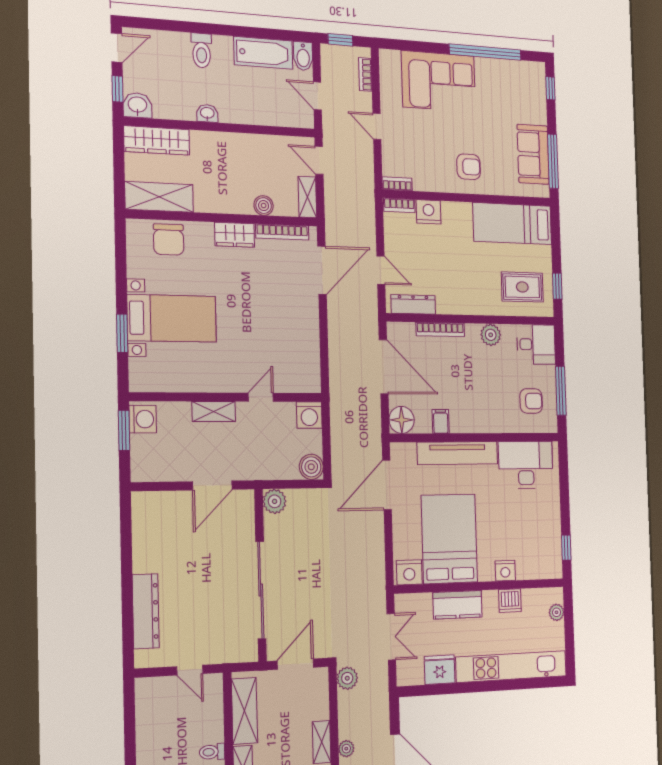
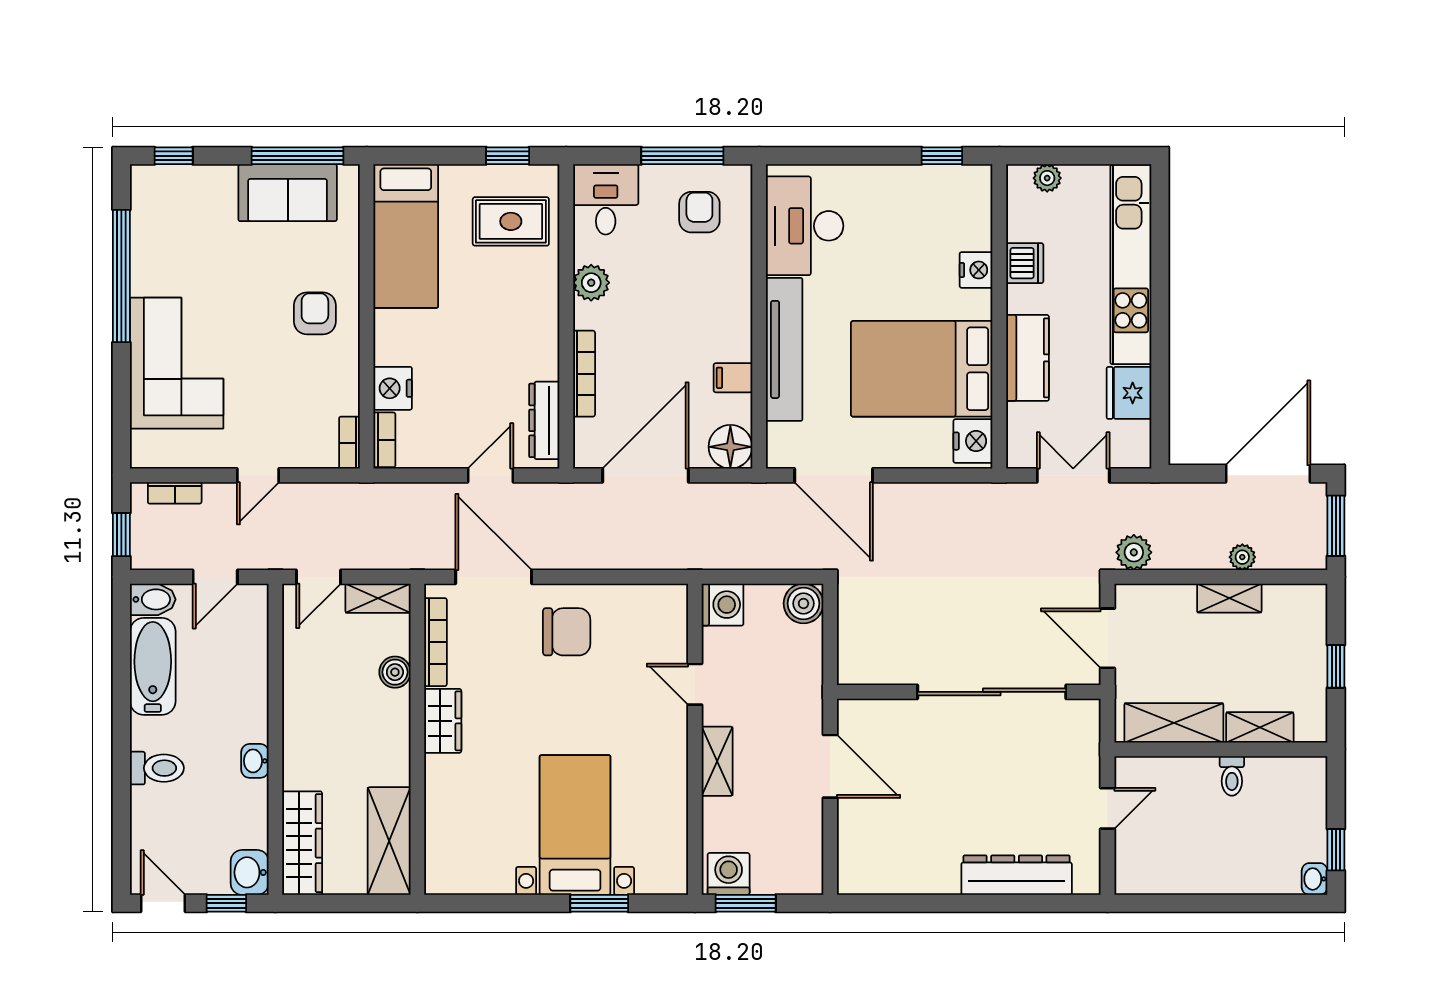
chair: (169, 240) -> (567, 632), moved
rug: (522, 287) -> (511, 221), turned 90
plant: (275, 501) -> (856, 666), removed

